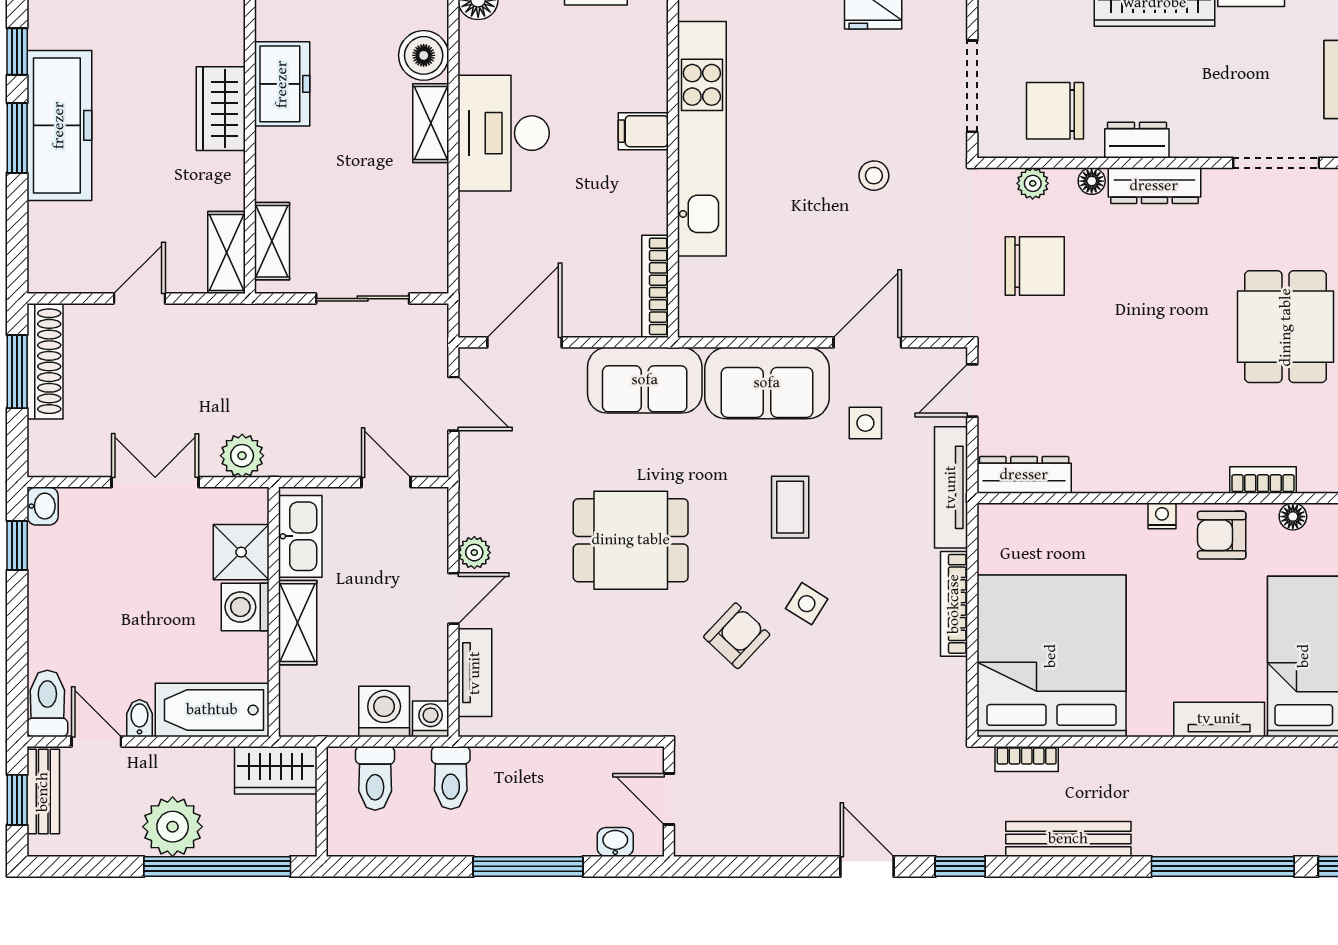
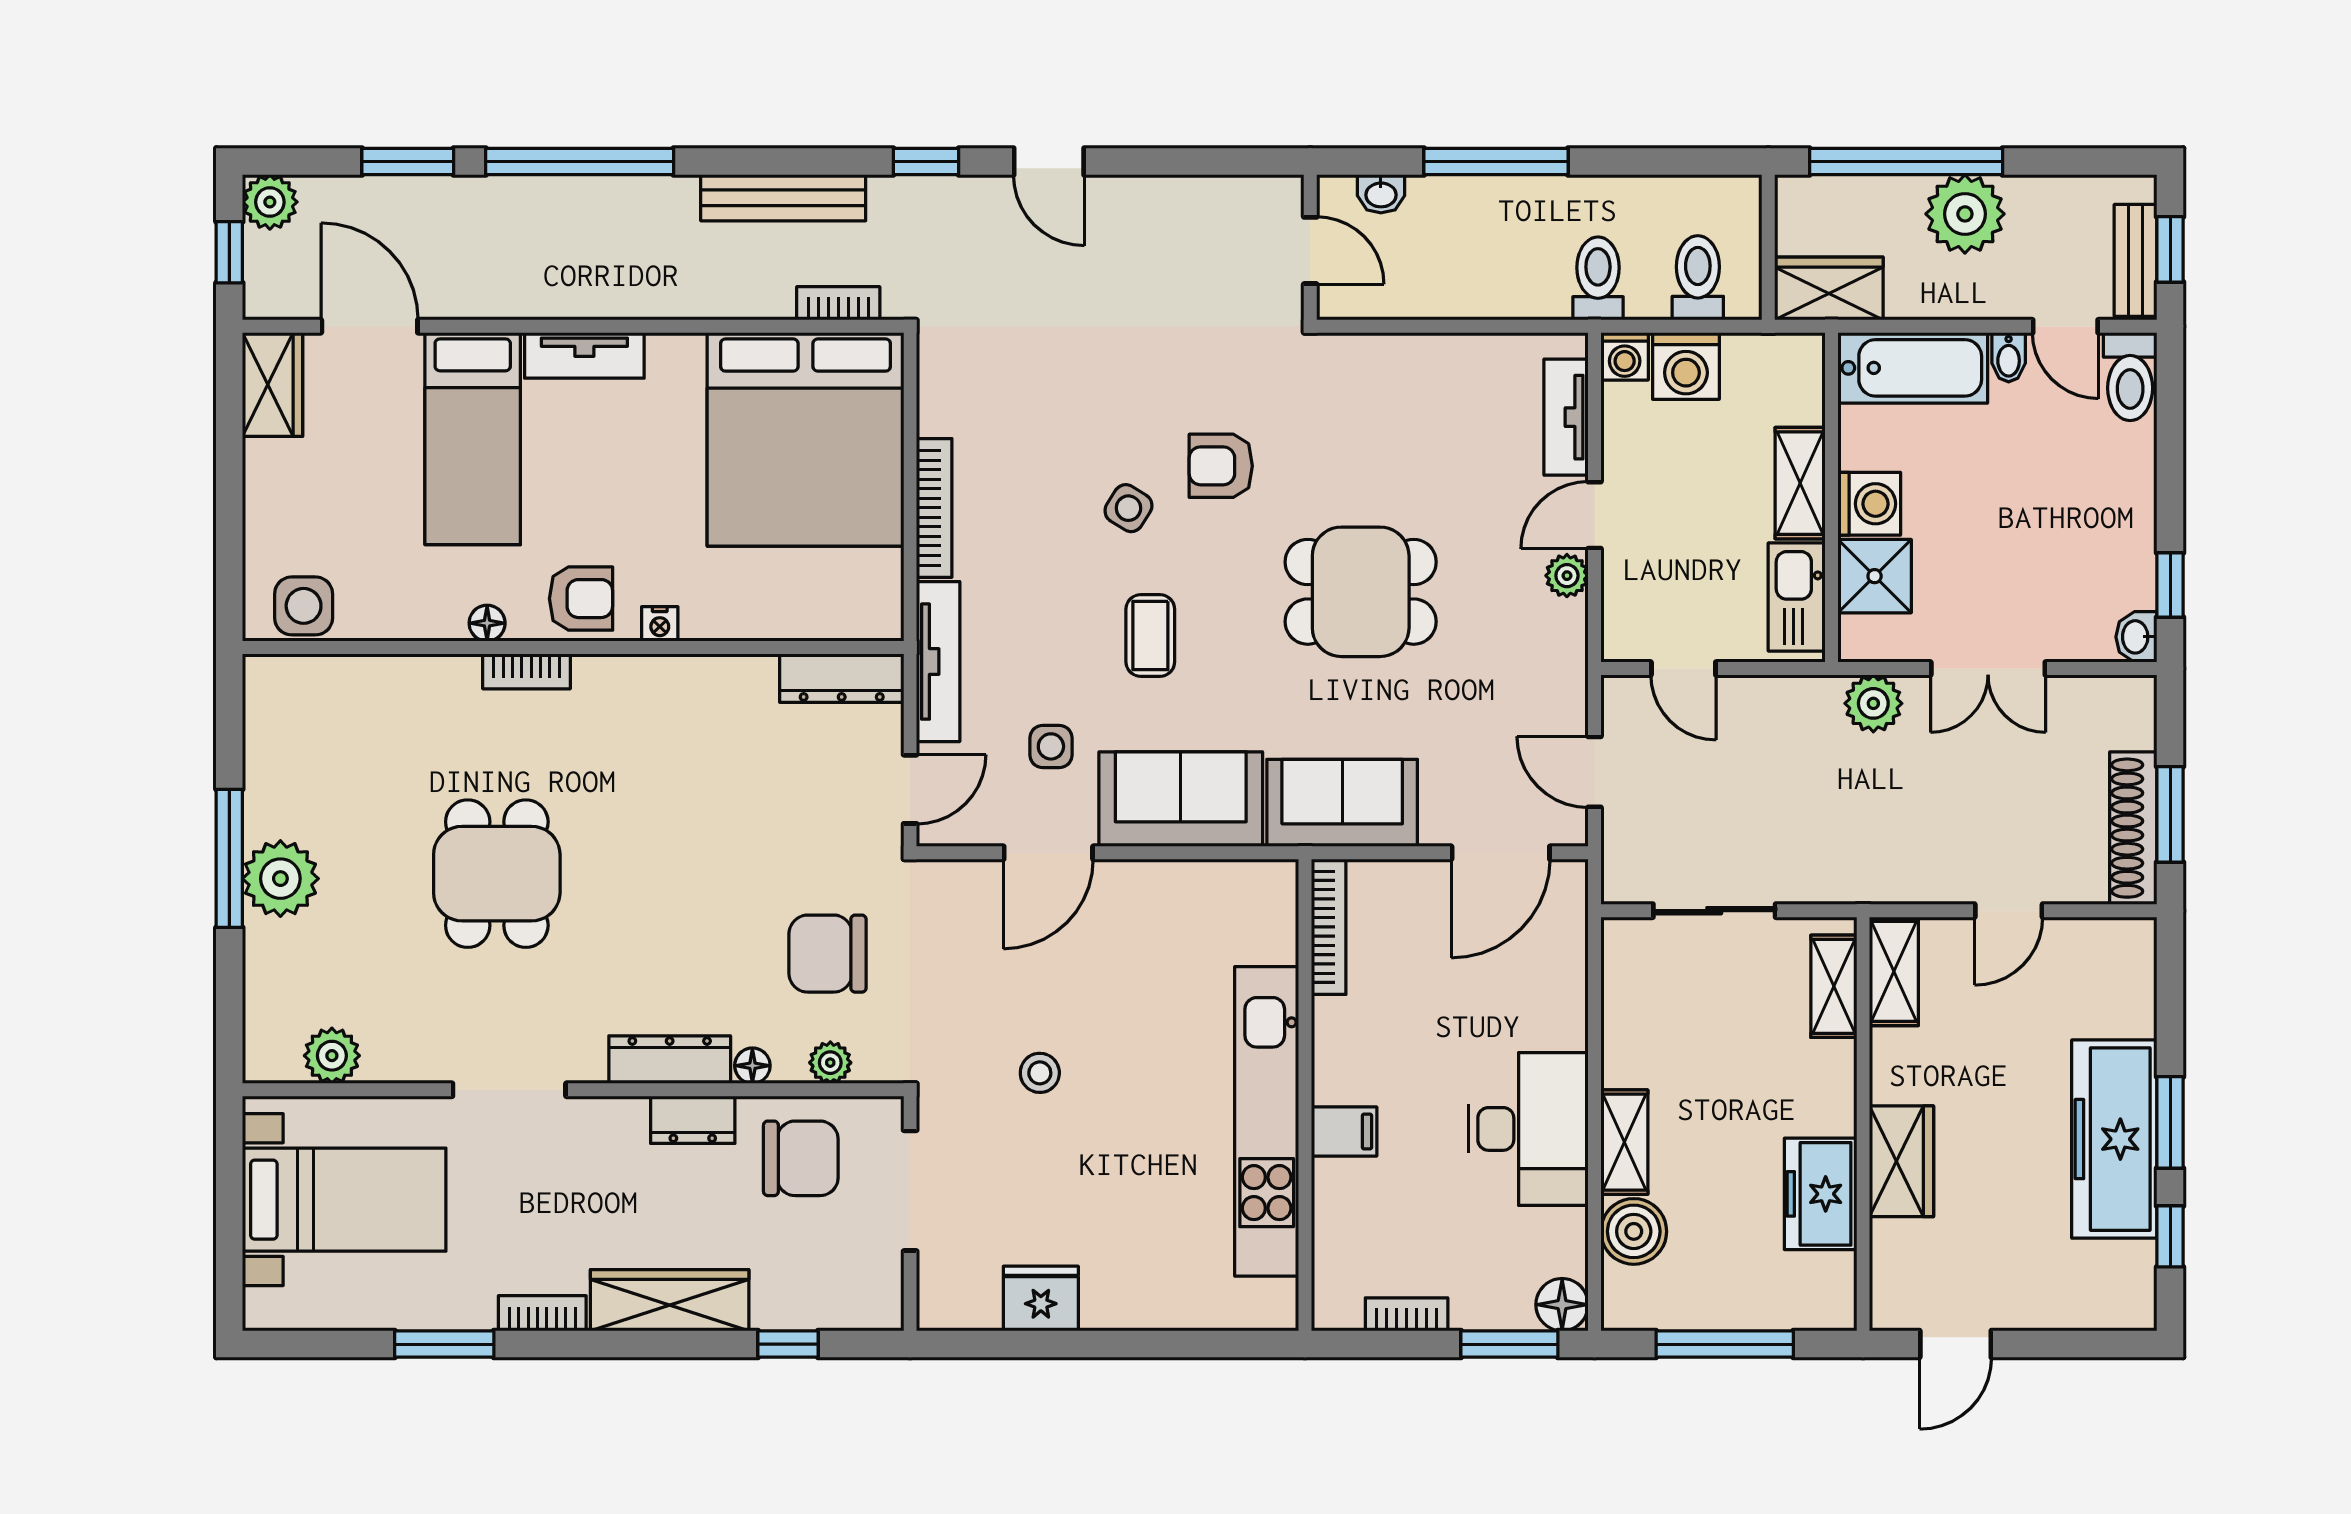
armchair: (737, 636) -> (1221, 466), turned 47

